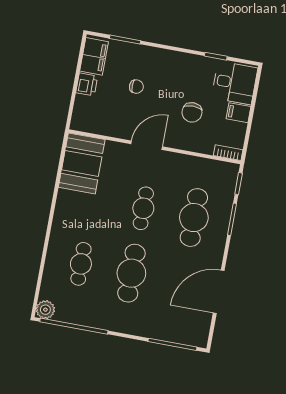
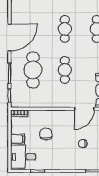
door: (147, 145) -> (84, 109), moved
cafe table: (131, 273) -> (65, 29), width x0.73, depth x0.74
door: (219, 292) -> (9, 37), moved

